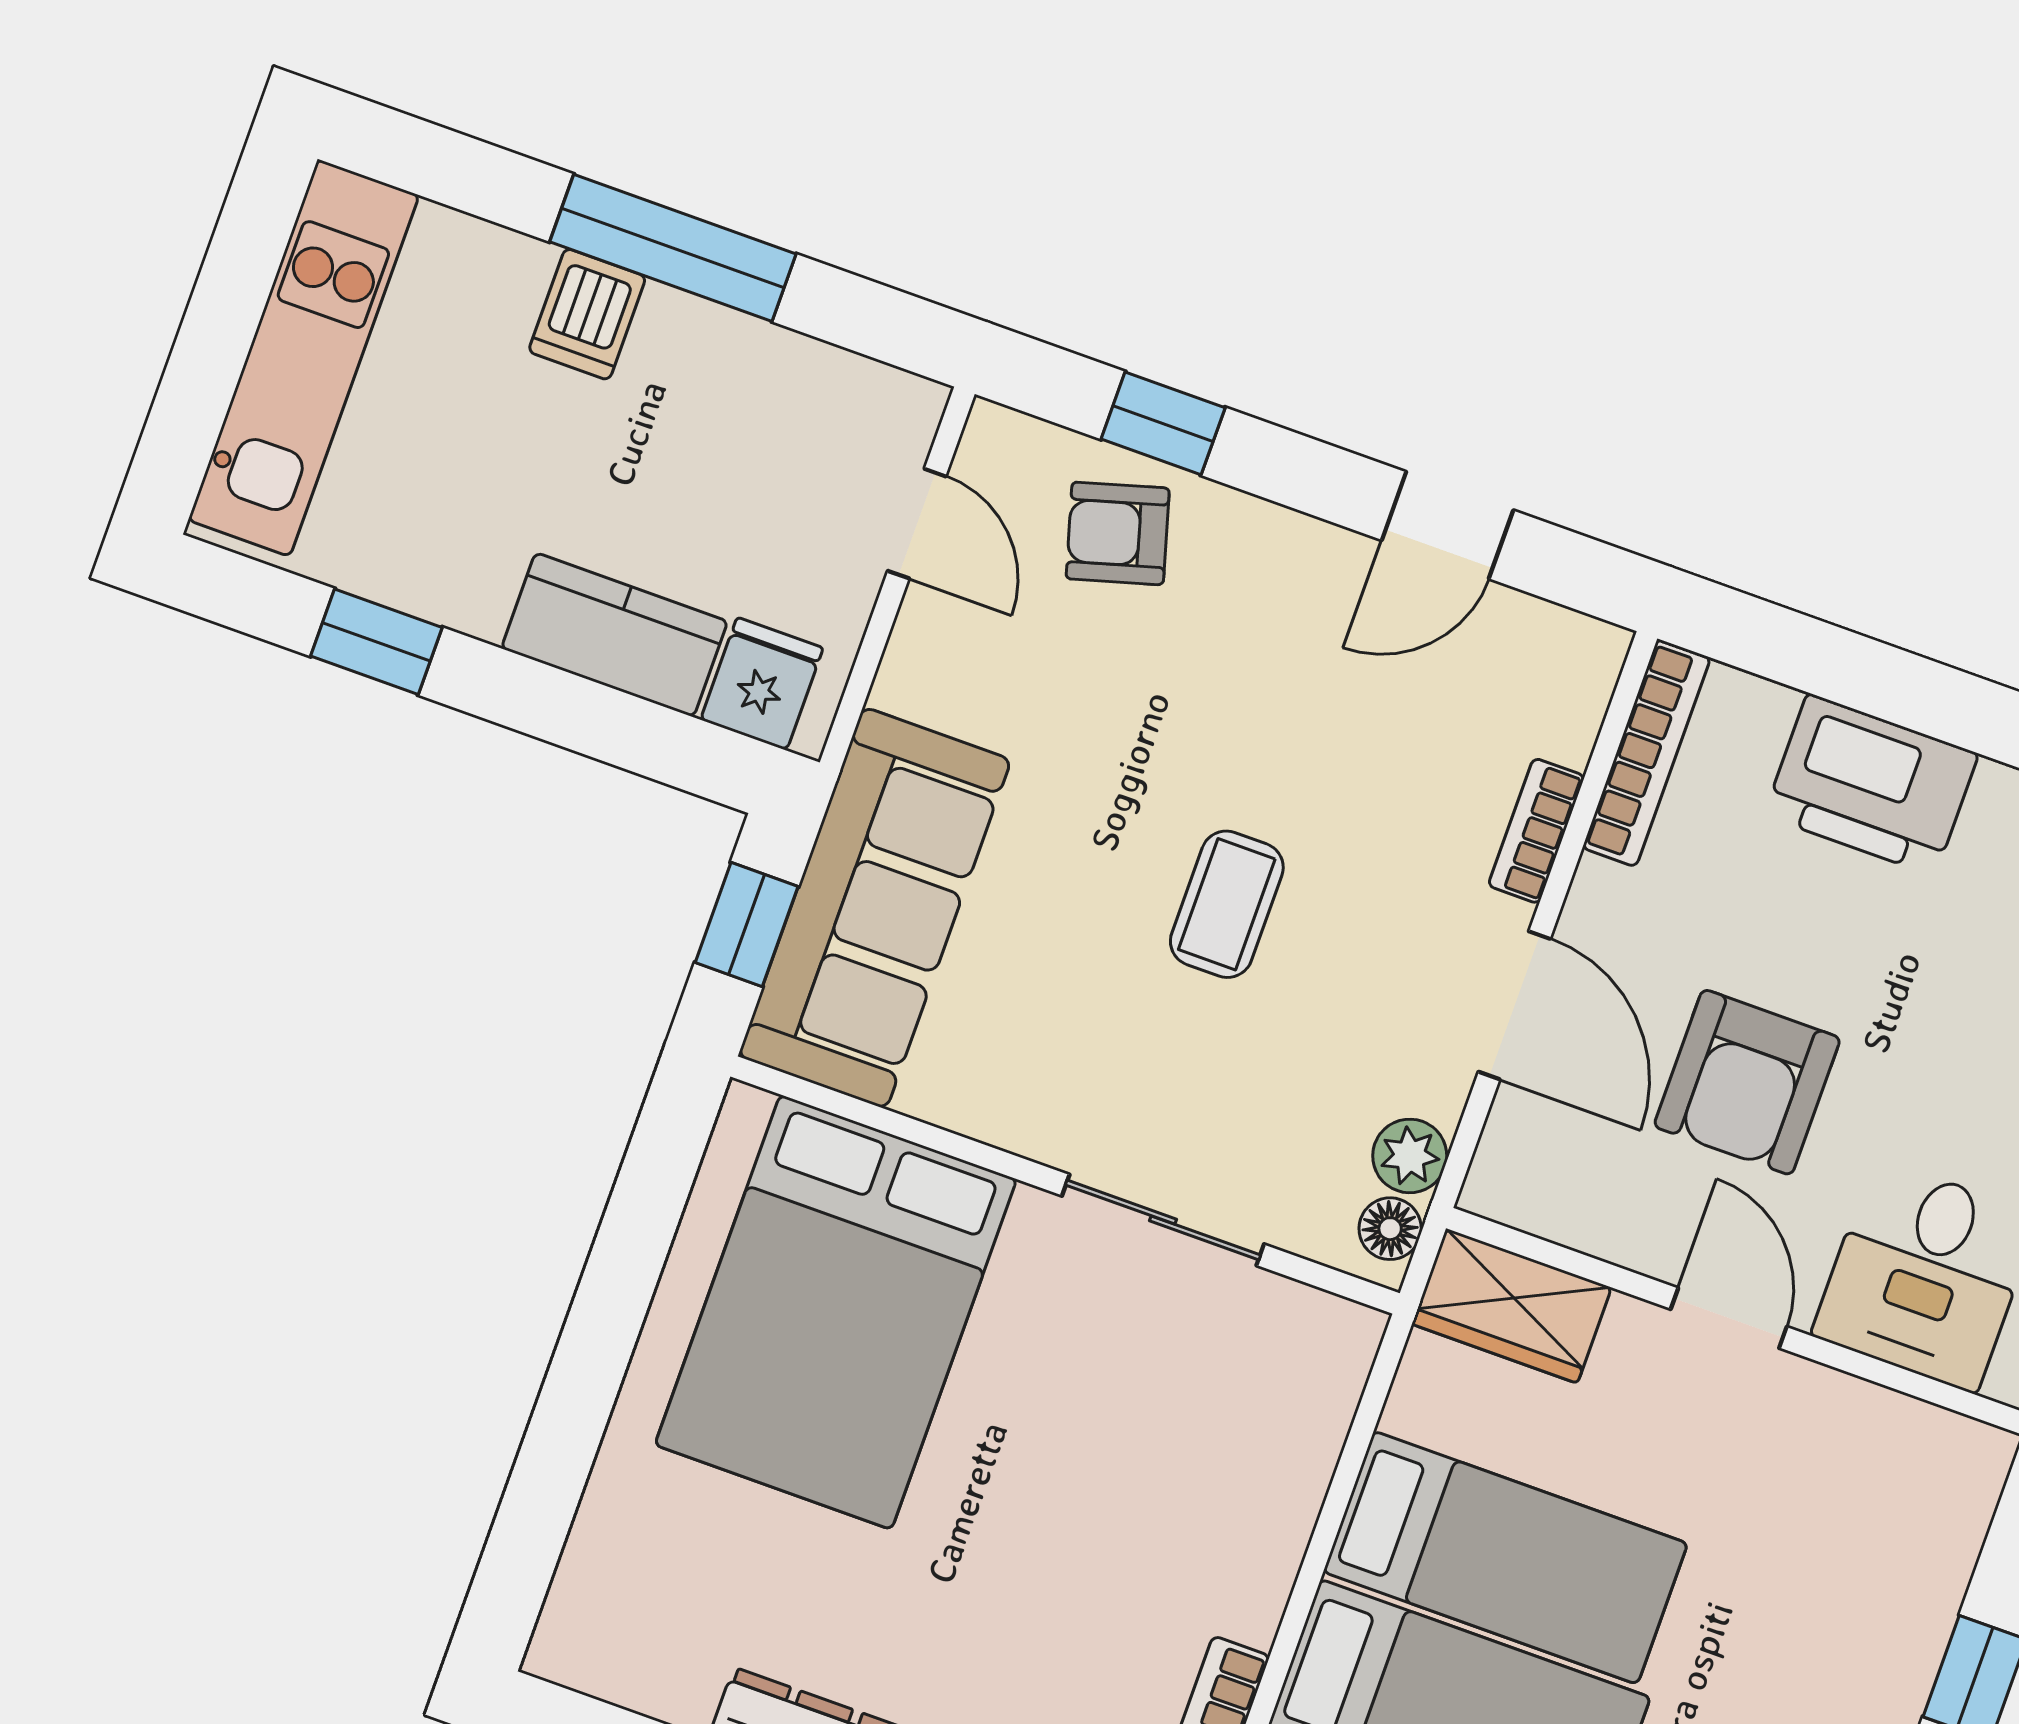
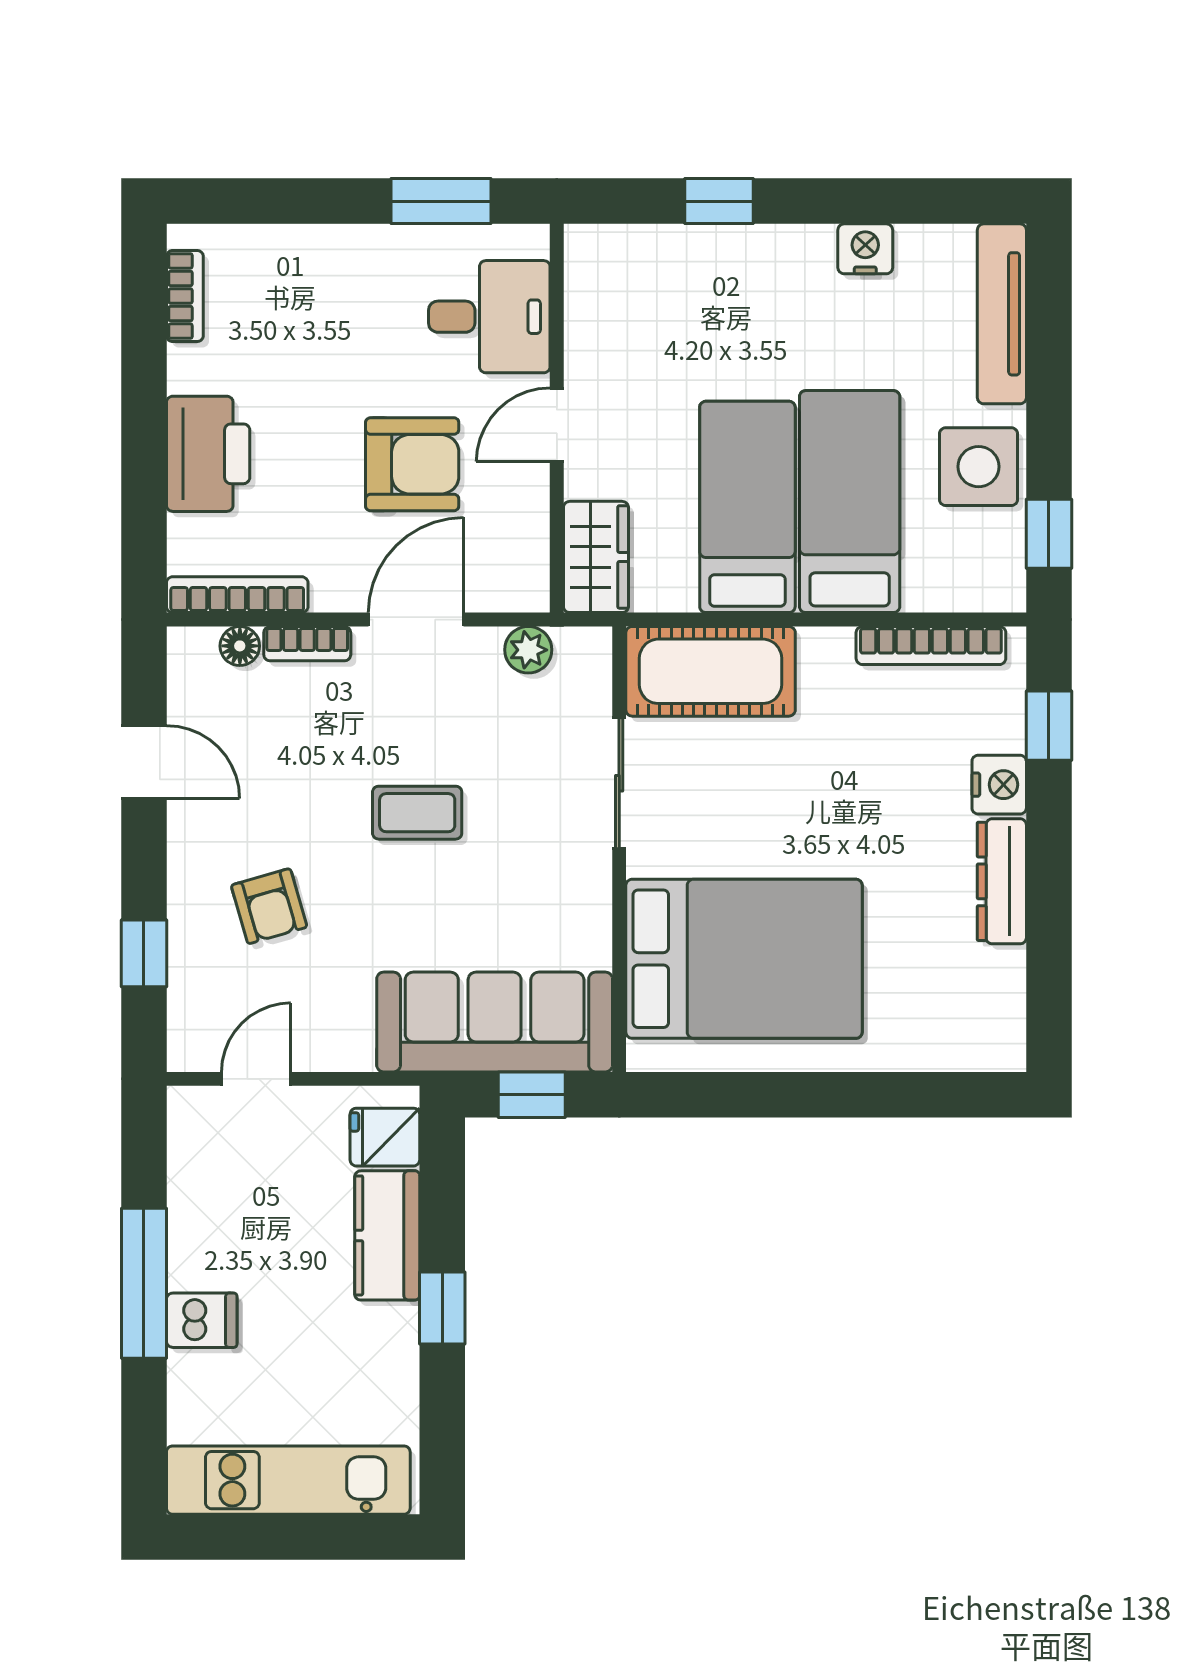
armchair: (1118, 533) -> (269, 906), moved
window: (376, 642) -> (442, 1308), moved
floor lamp: (1390, 1229) -> (240, 646), moved
cot: (1281, 1415) -> (711, 671), added

